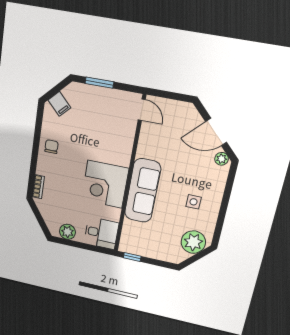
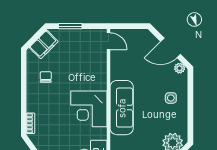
filing cabinet: (59, 104) -> (44, 44), width x2.00
chair: (51, 147) -> (46, 77), moved
side table: (194, 202) -> (171, 98), moved

